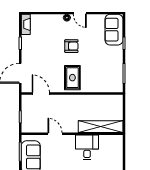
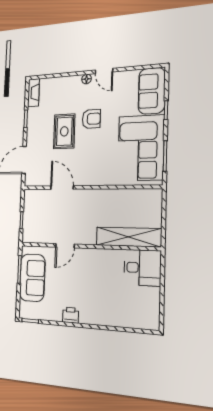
corner sofa: (107, 68) -> (141, 148), added
rug: (72, 78) -> (64, 131), moved
door: (41, 94) -> (62, 188), moved
door: (55, 134) -> (65, 246), swing flipped
desk: (87, 147) -> (142, 268), moved, turned 90

